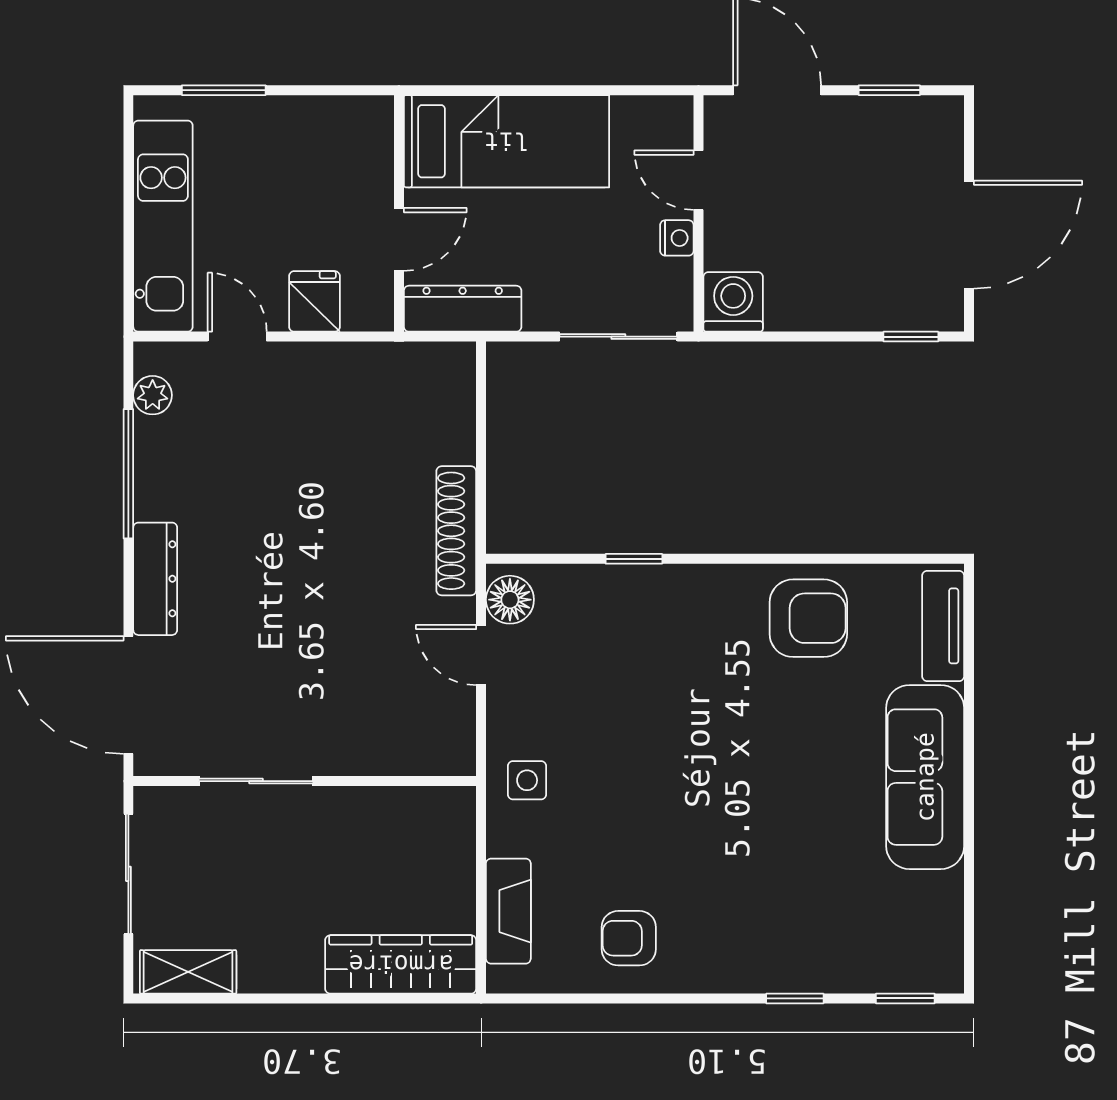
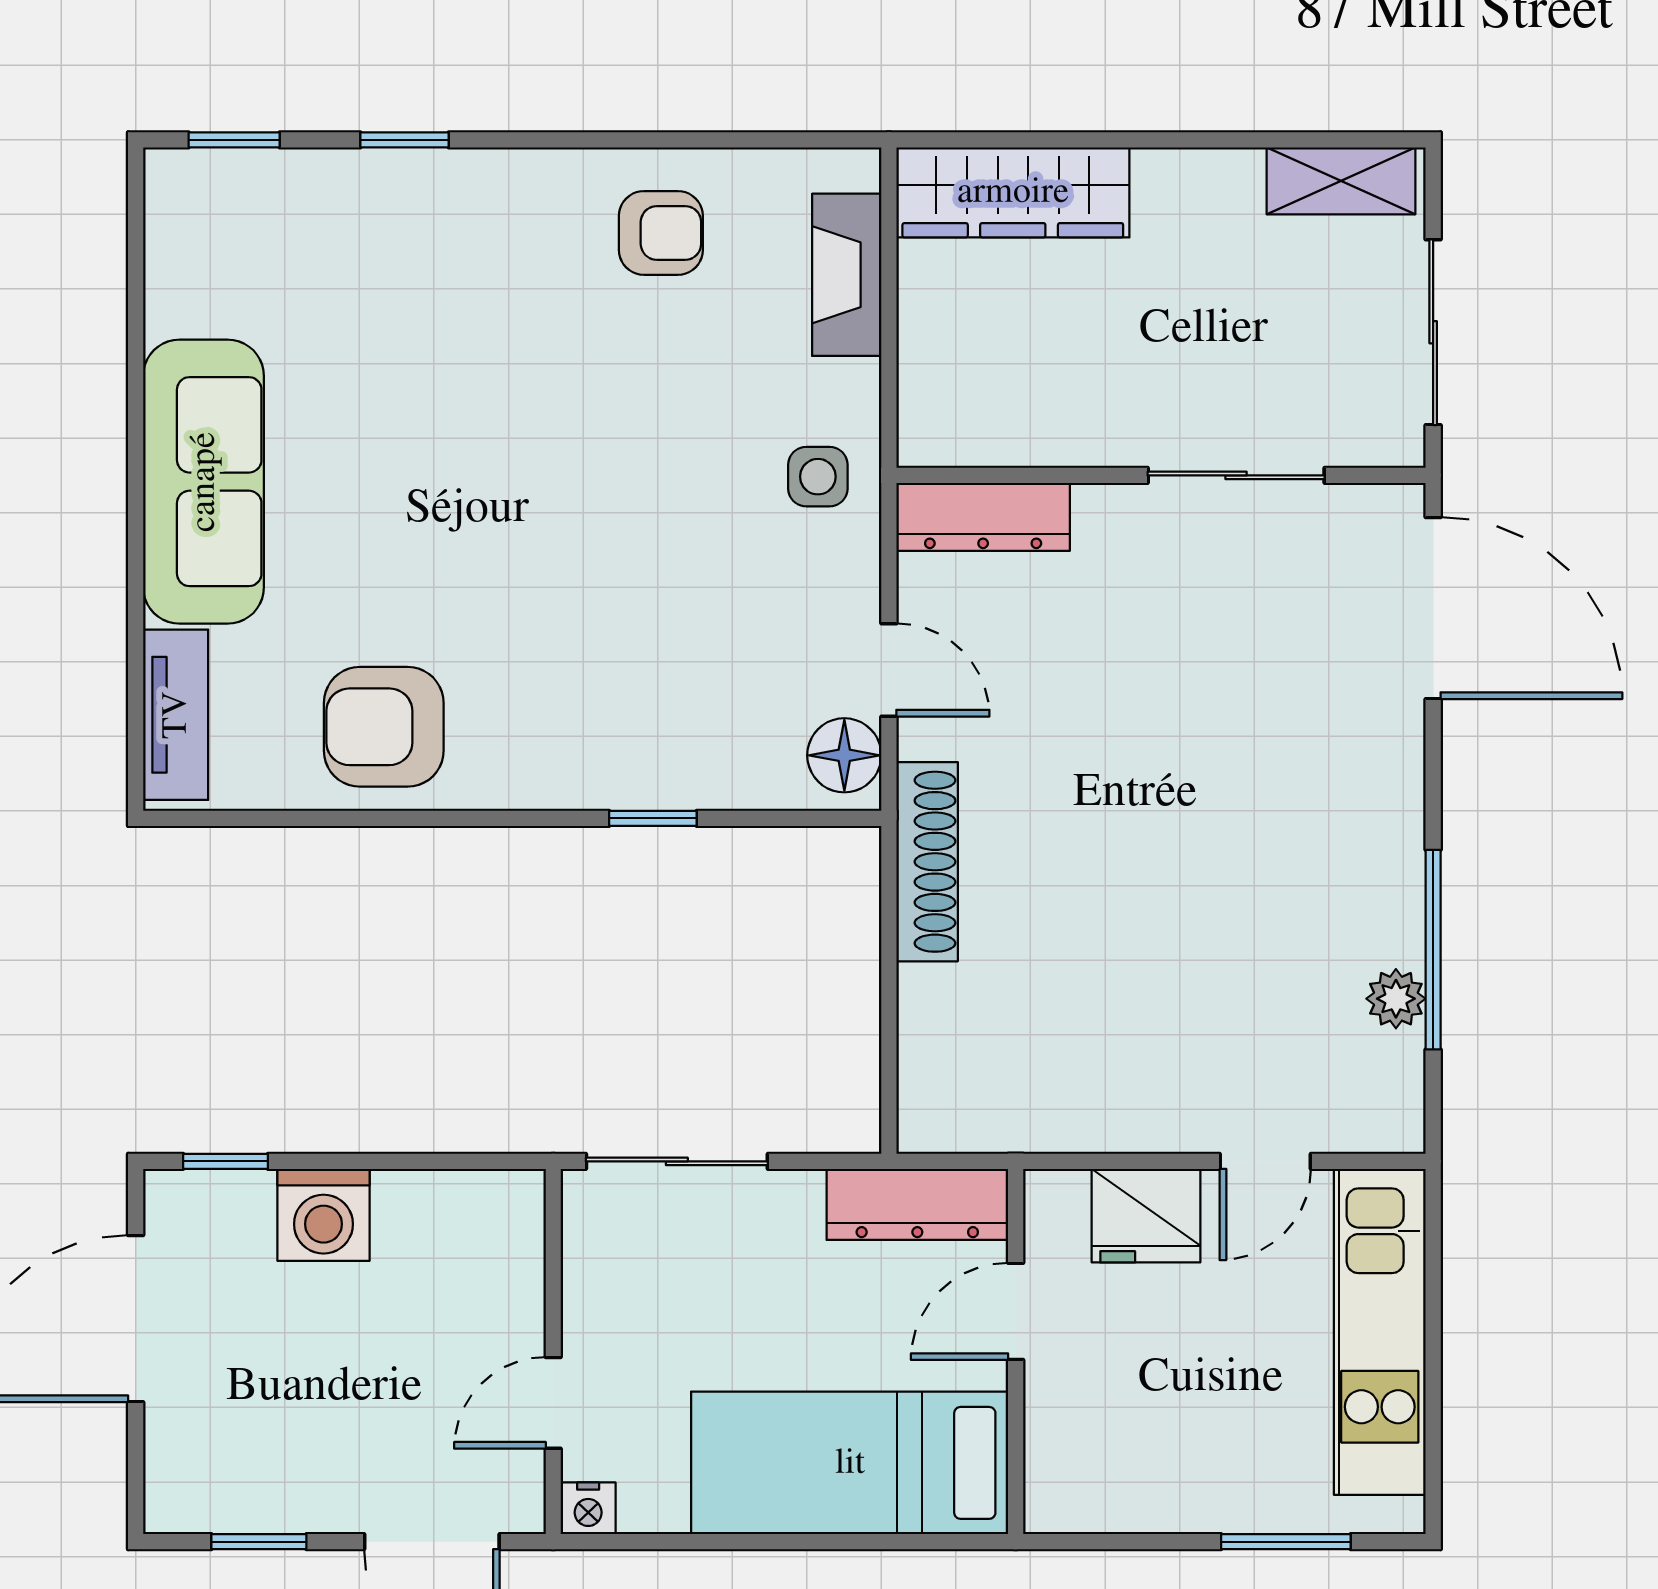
door: (698, 180) -> (553, 1403), swing flipped
nightstand: (677, 238) -> (588, 1508), moved, turned -90
fridge: (314, 301) -> (1146, 1216), width x1.38
washing machine: (733, 302) -> (323, 1215), moved
door: (237, 337) -> (1265, 1161), hinge flipped
plant: (153, 395) -> (1396, 999), moved
dresser: (155, 579) -> (983, 517), moved, turned -90

